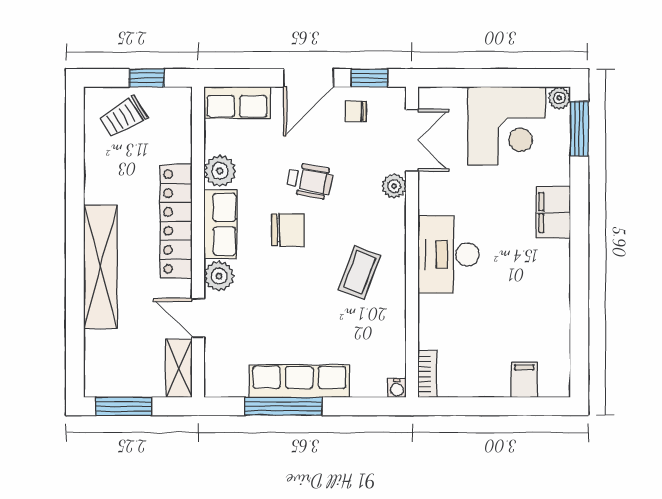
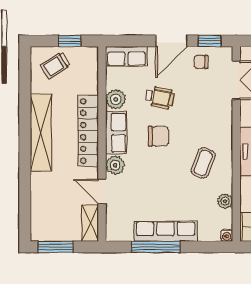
wheelchair: (310, 181) -> (159, 98), moved
plant: (394, 186) -> (225, 201), moved
shelving: (101, 267) -> (41, 133), moved

